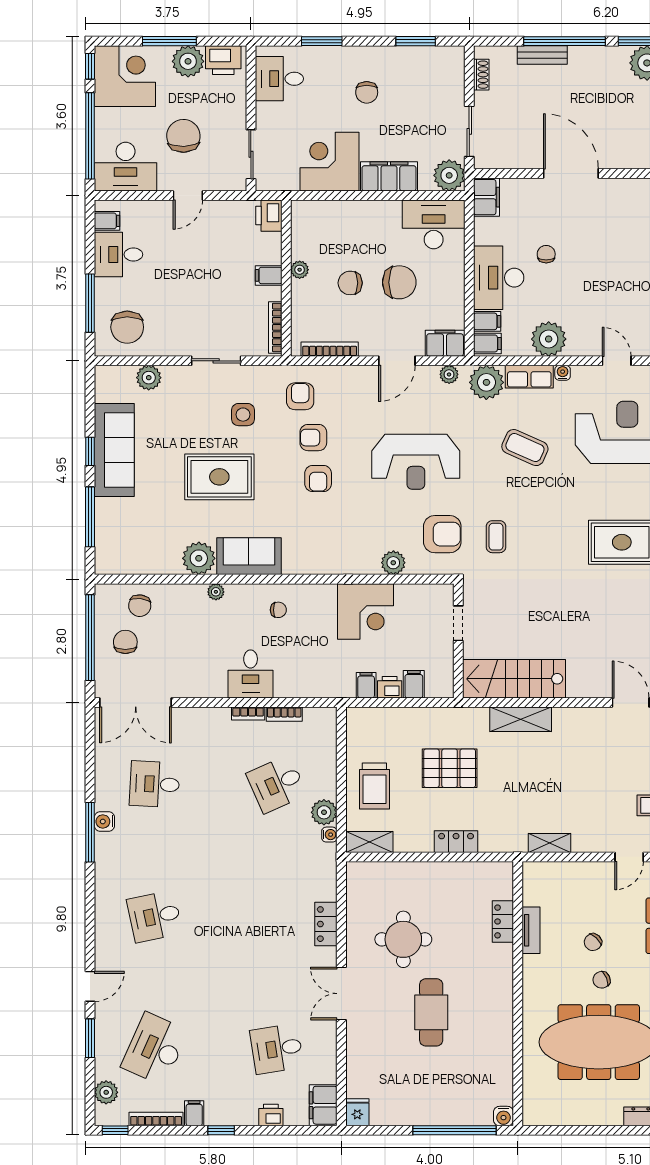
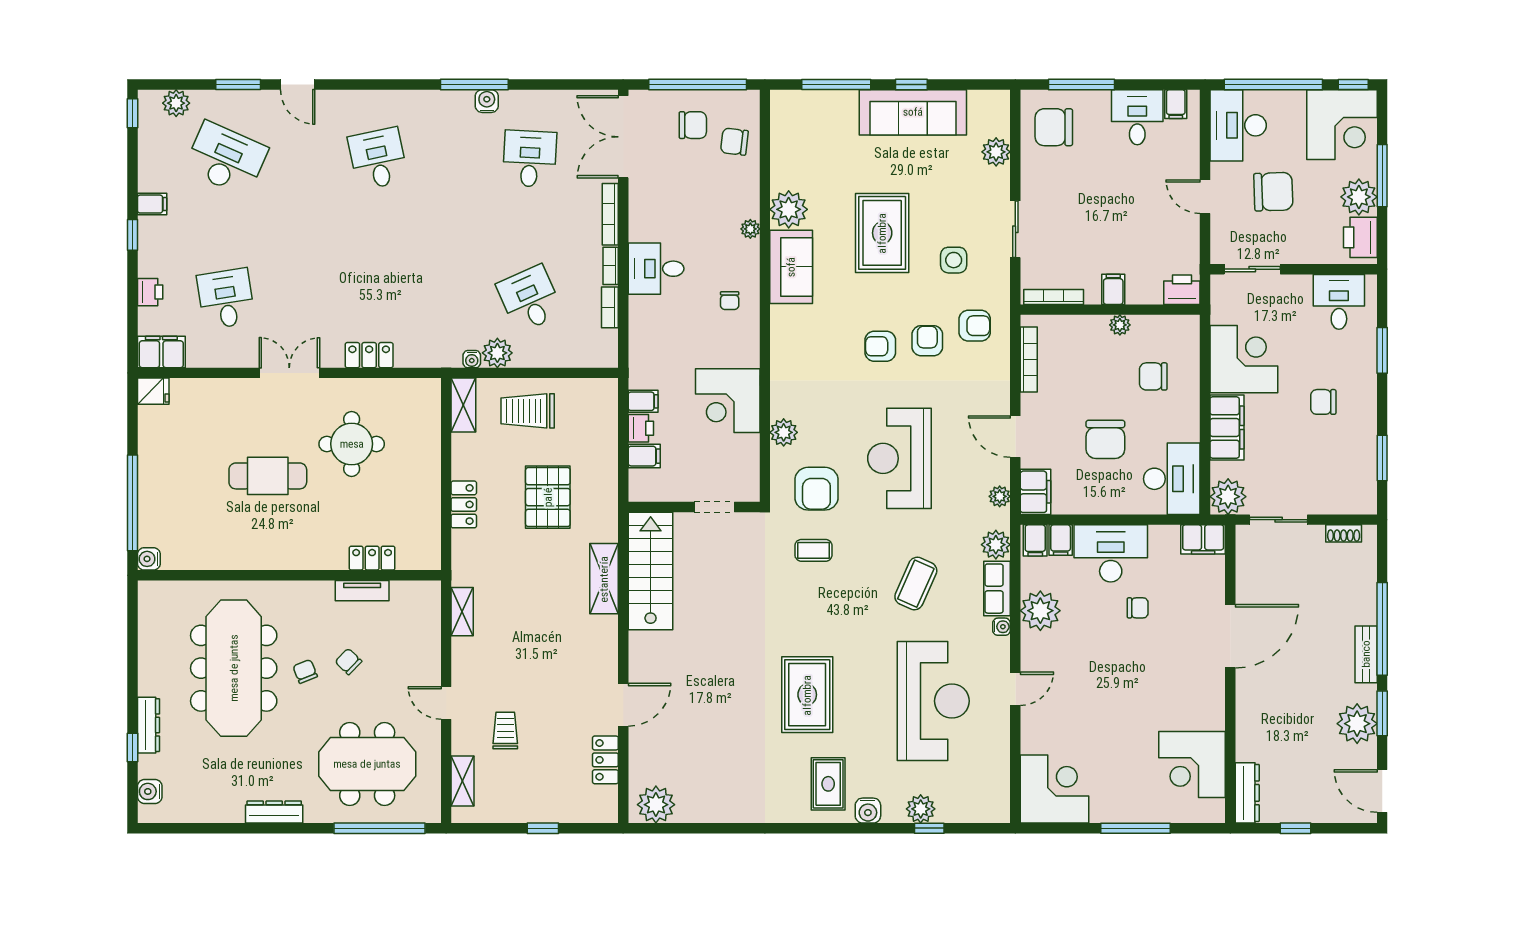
bench: (542, 55) -> (1366, 654), moved
chair: (350, 283) -> (1153, 376), moved, turned -90
plant: (486, 382) -> (996, 545), width x0.73, depth x0.73
bookcase: (156, 1119) -> (610, 214), moved, turned 180

